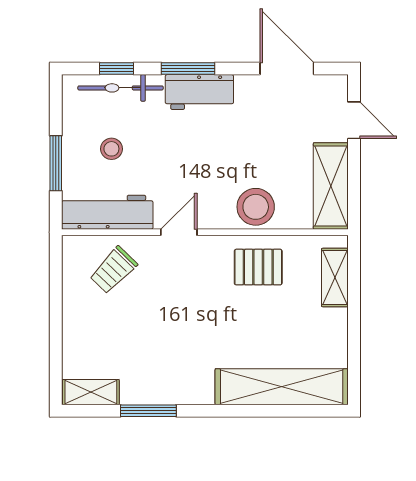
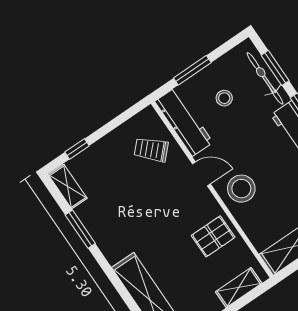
window: (117, 69) -> (275, 68), width x1.50
stool: (256, 207) -> (241, 189), moved
pallet: (258, 267) -> (213, 236), turned 90
window: (56, 353) -> (77, 149), added

